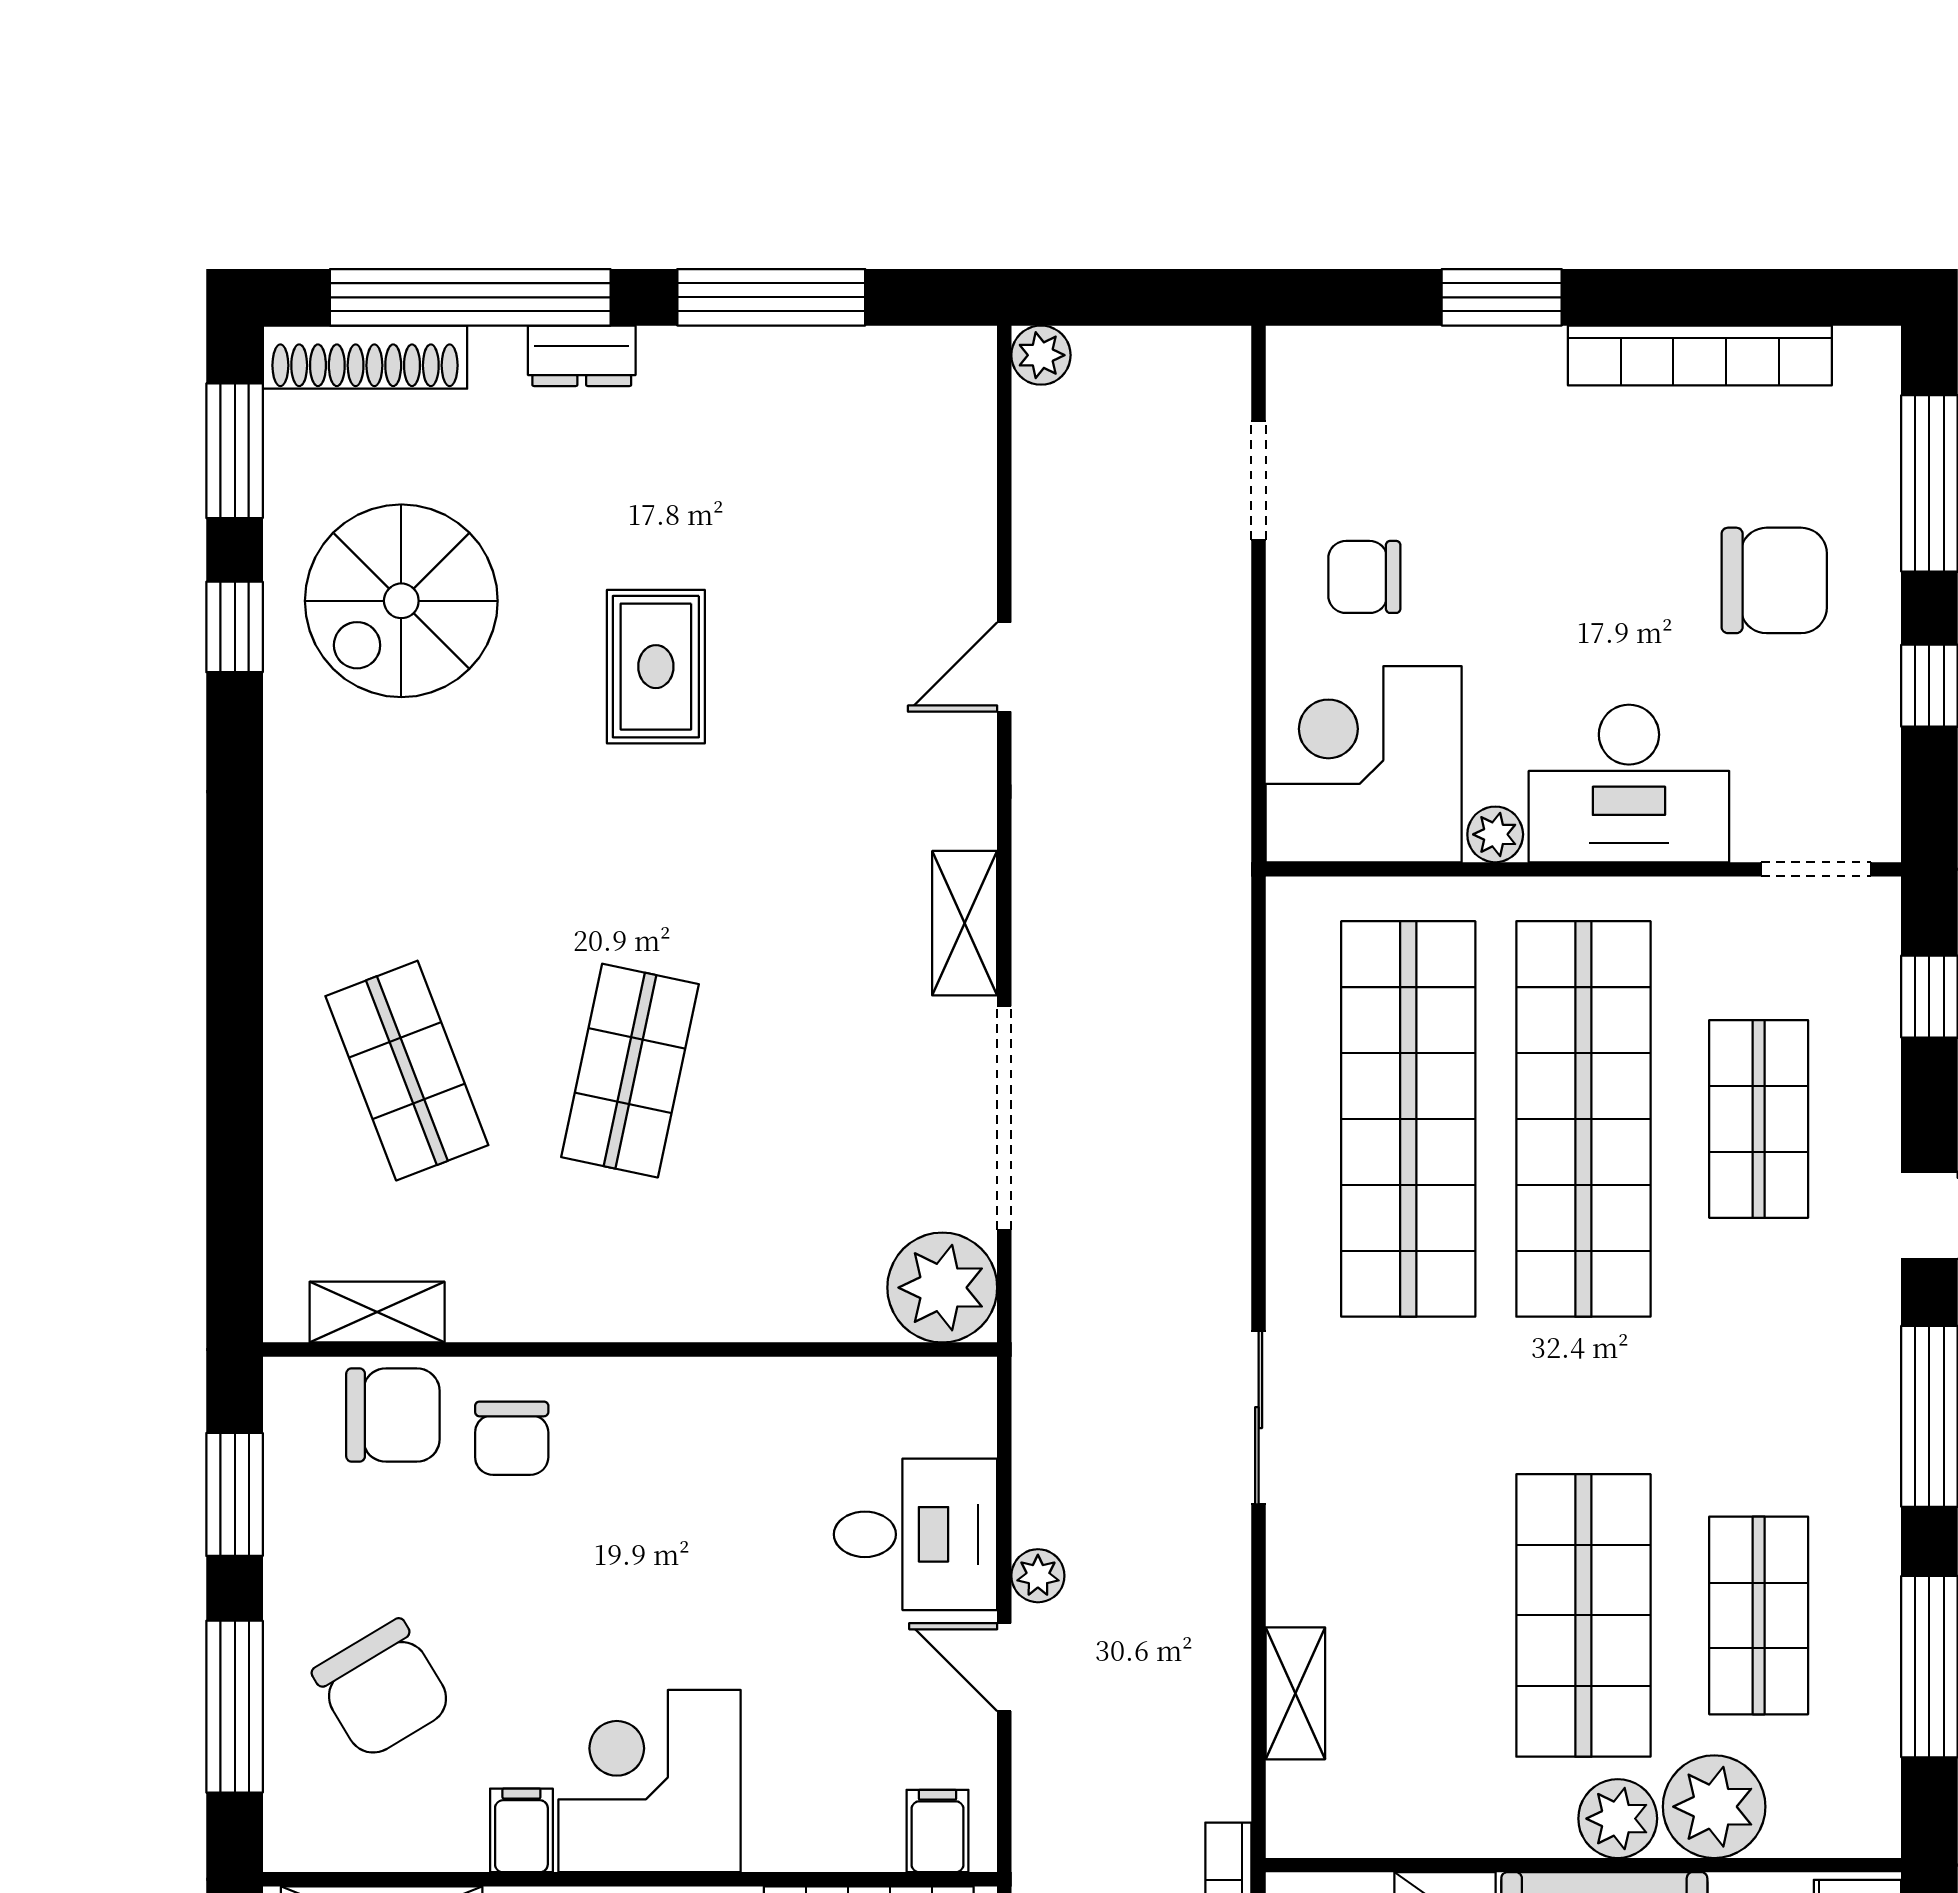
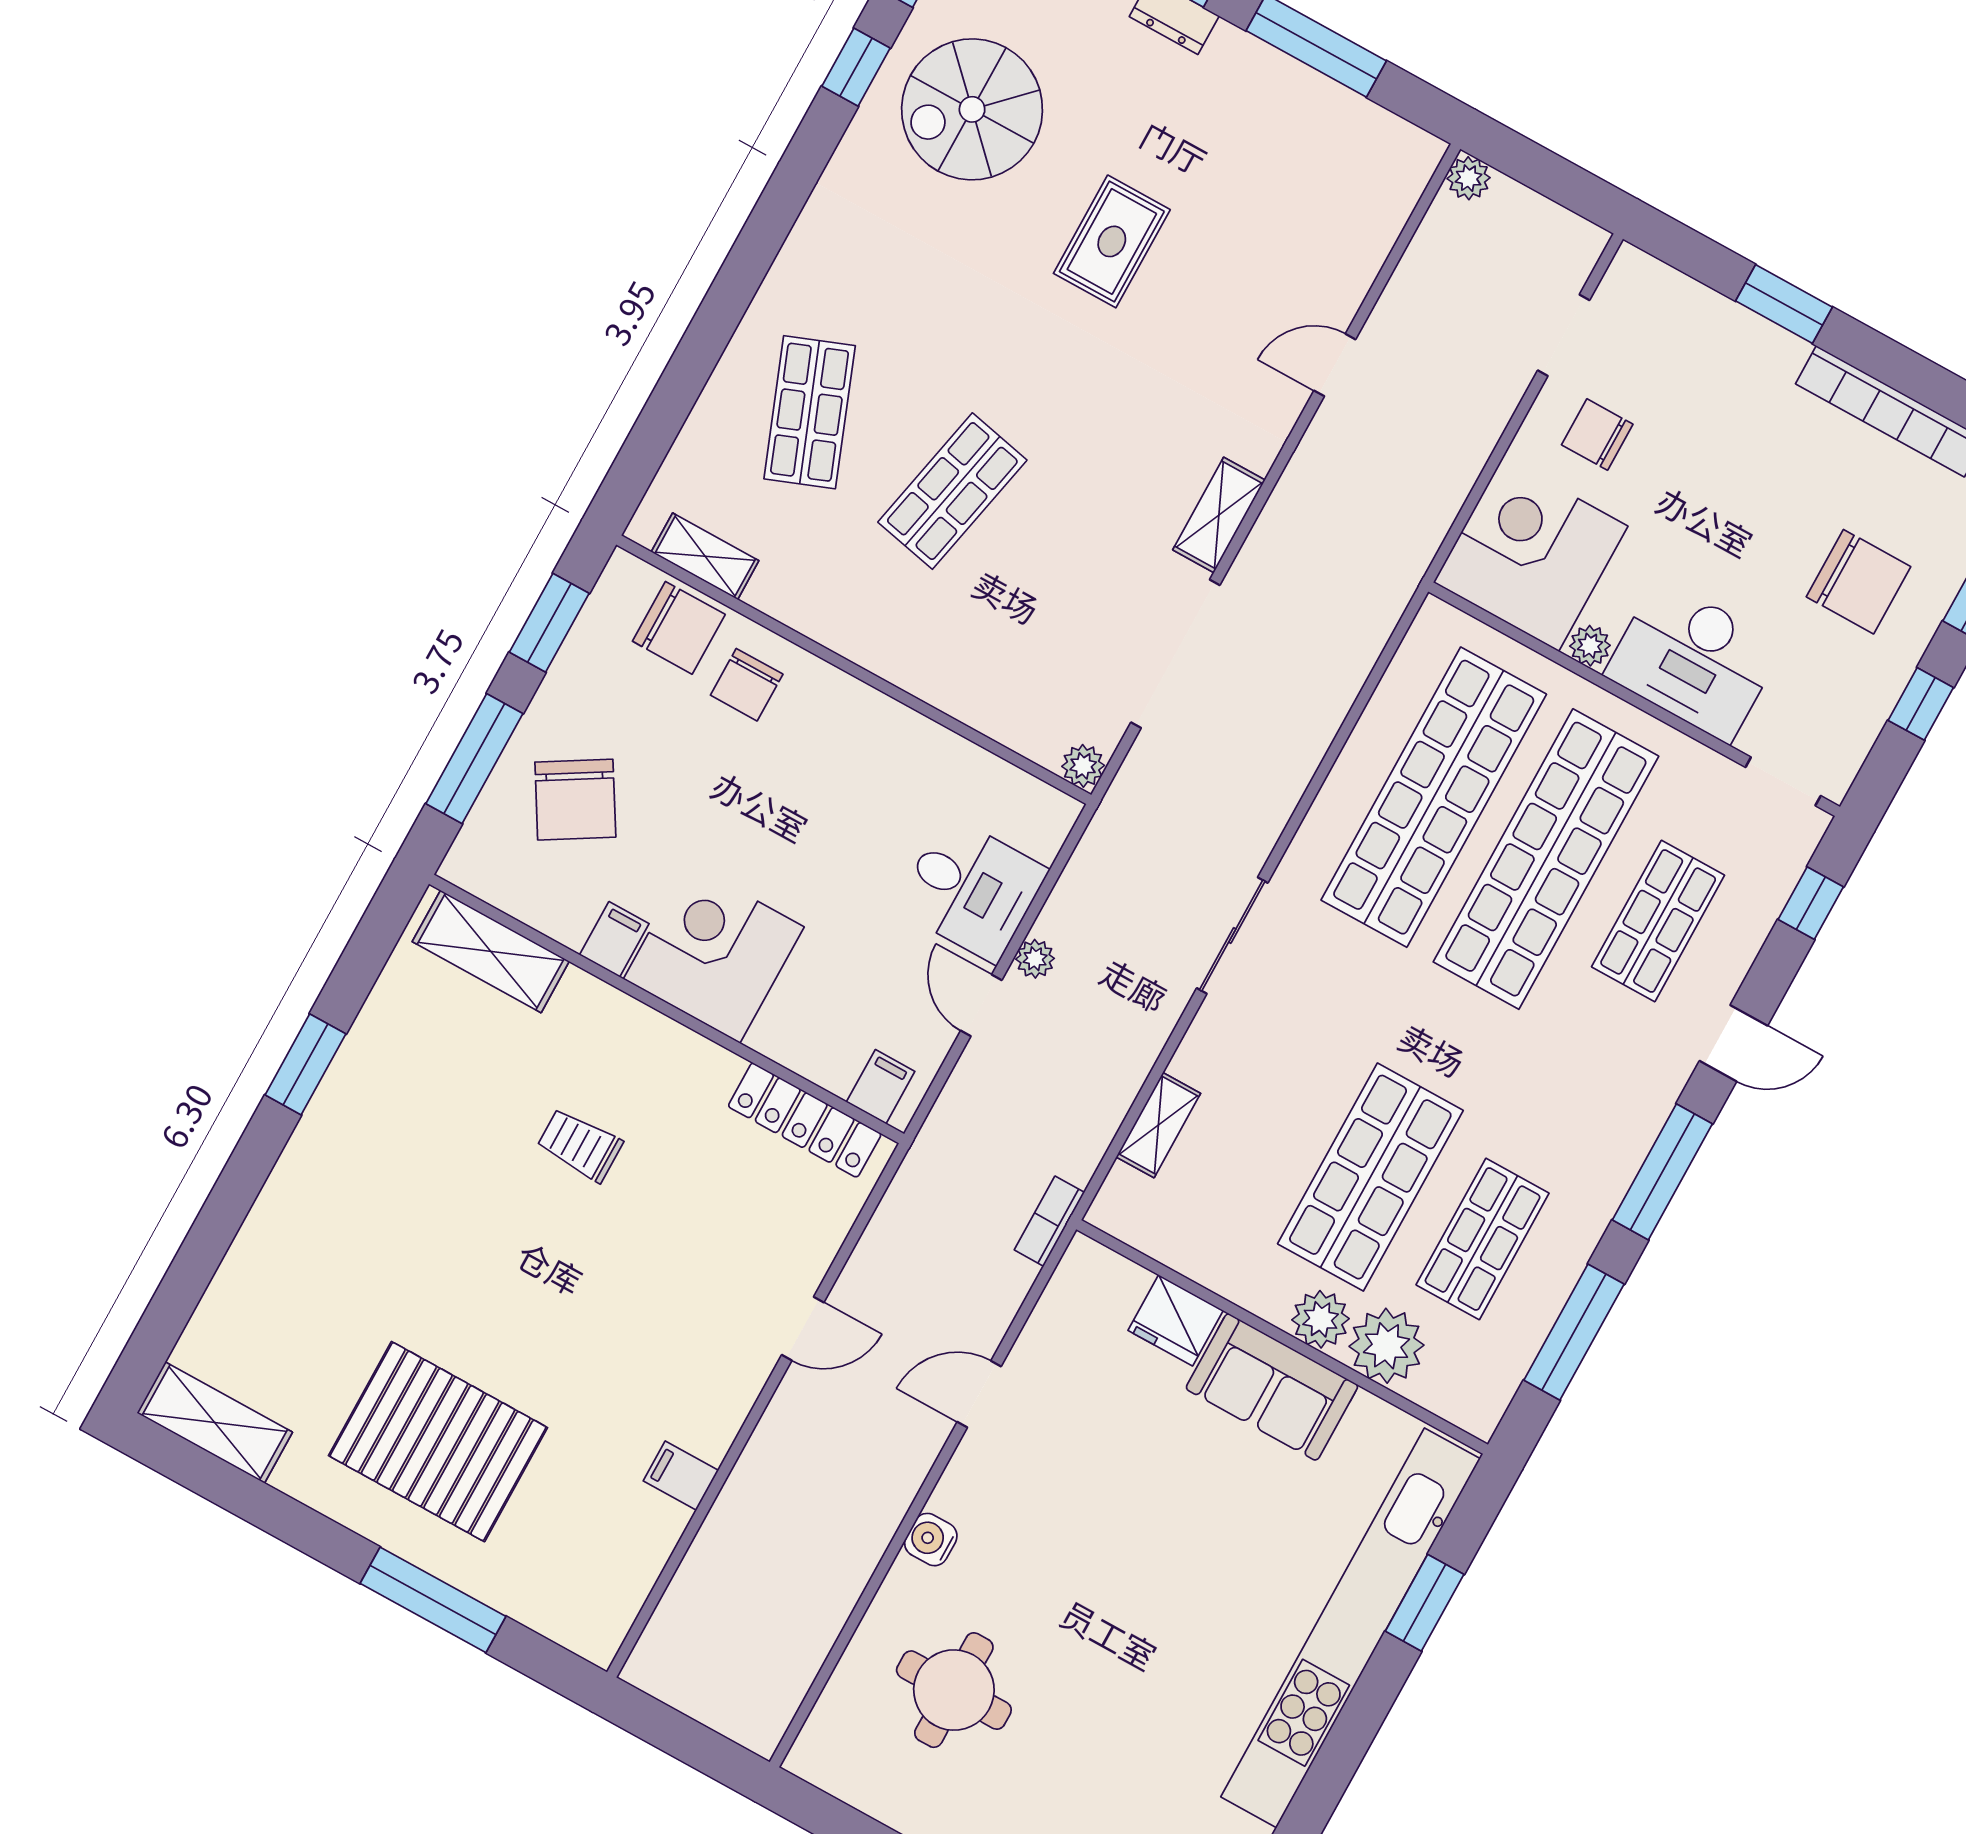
plant: (942, 1288) -> (1083, 766), width x0.53, depth x0.53

